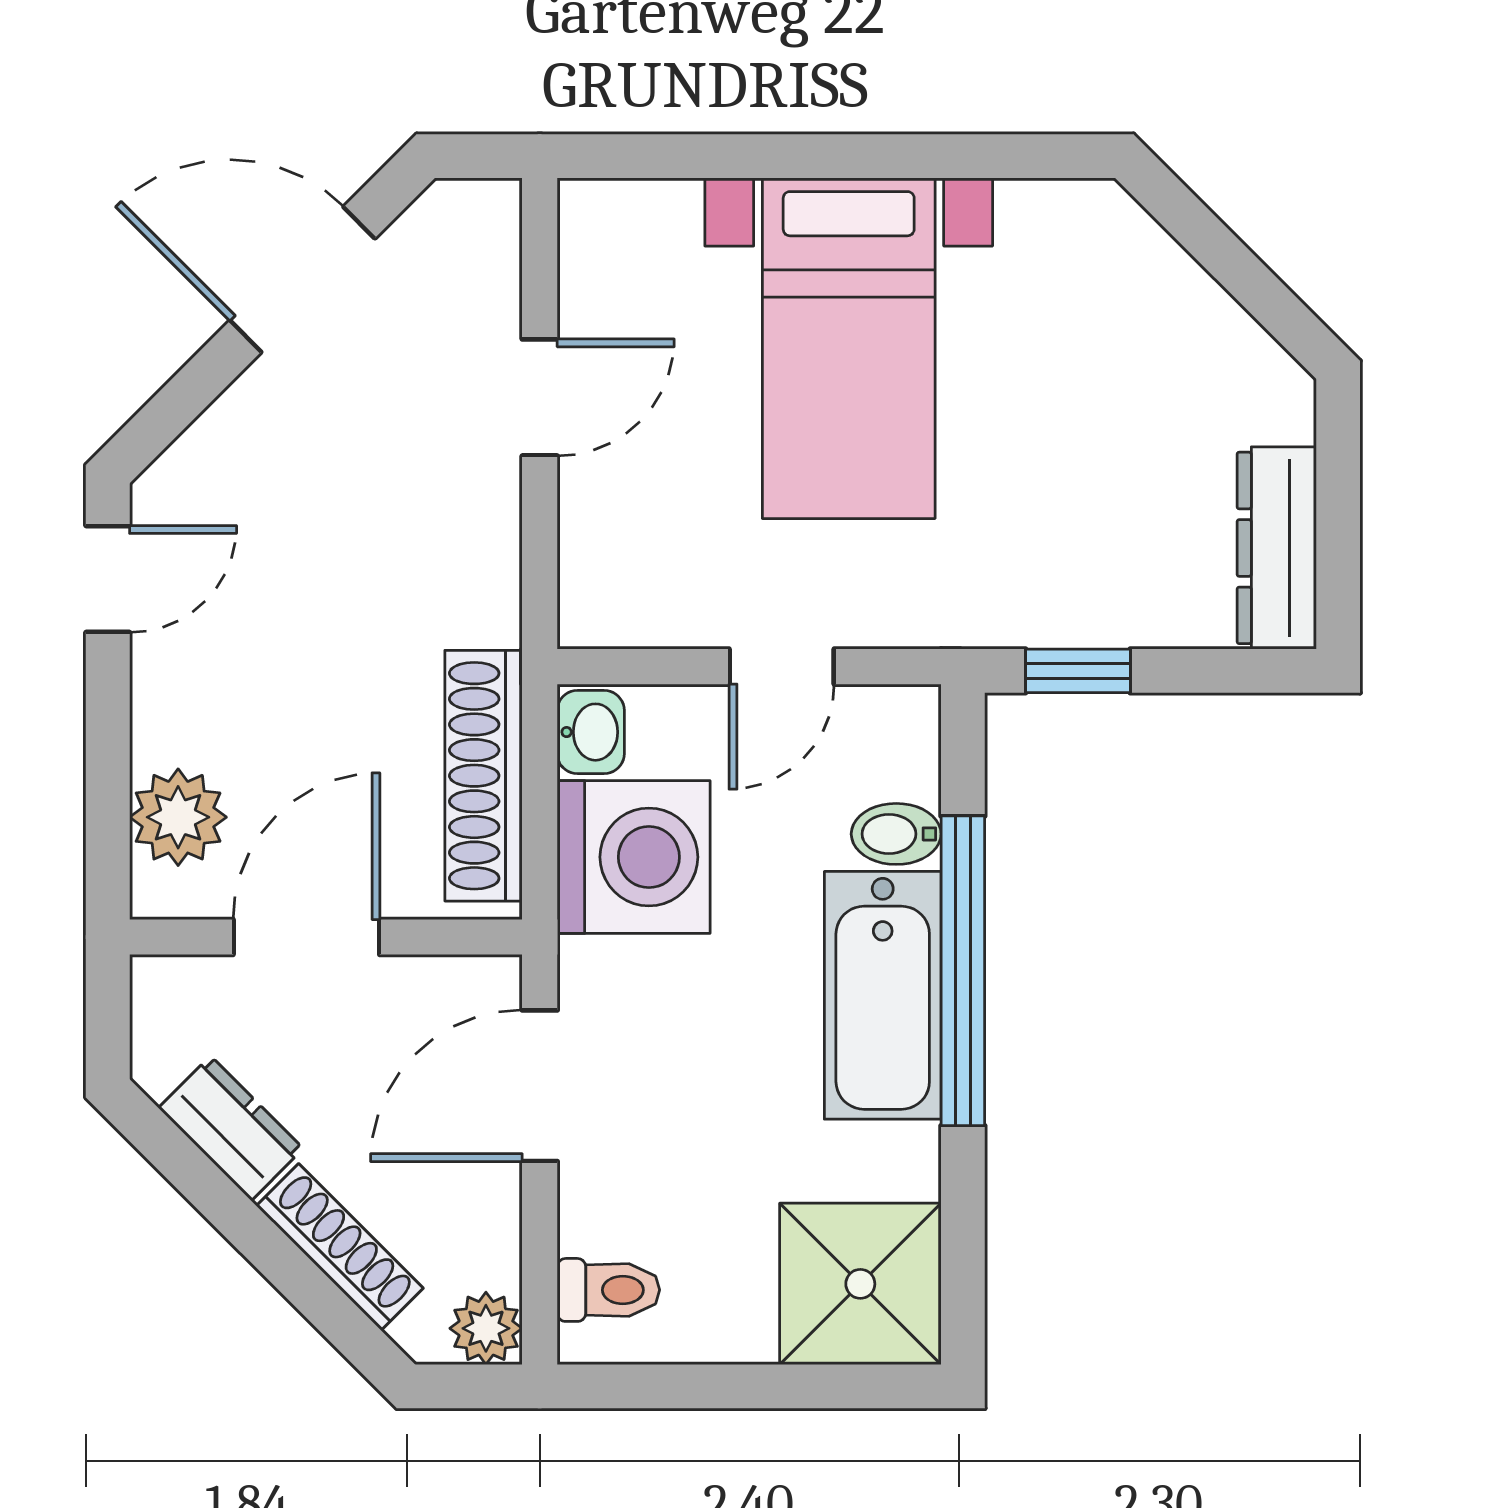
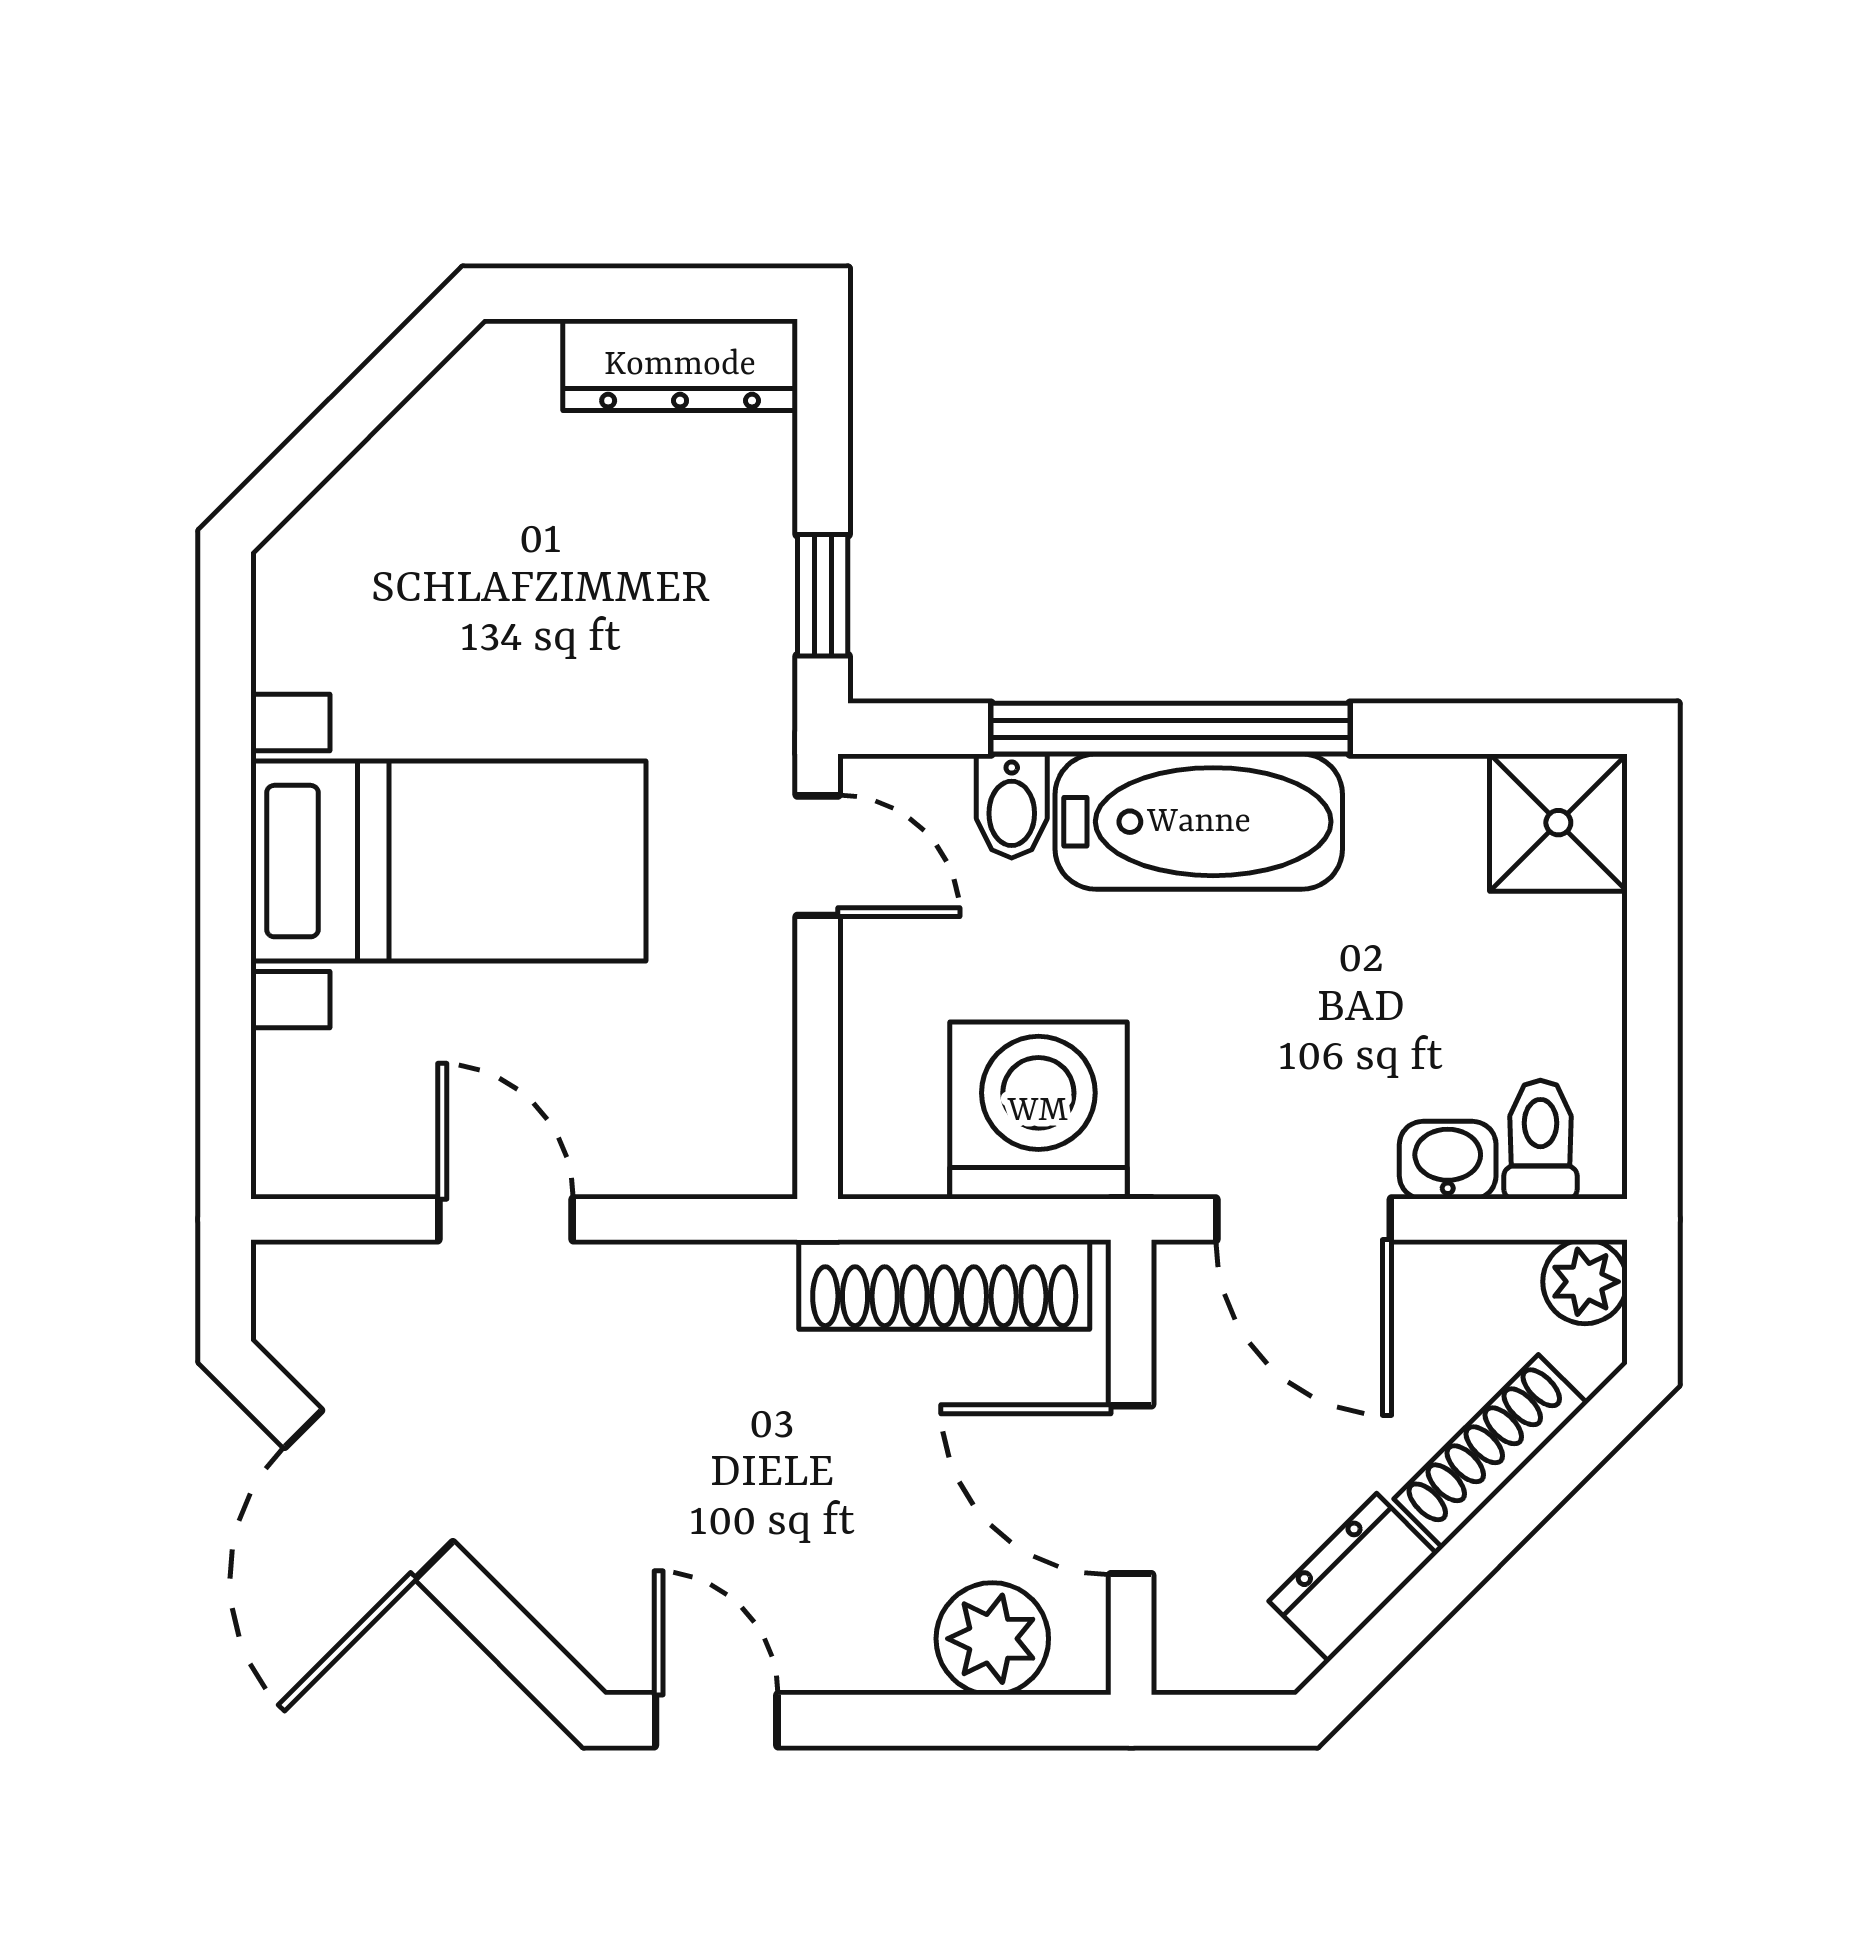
door: (782, 667) -> (818, 856), moved
washbasin: (591, 732) -> (1448, 1160), moved
shower: (860, 1284) -> (1558, 823), width x0.73, depth x0.73

